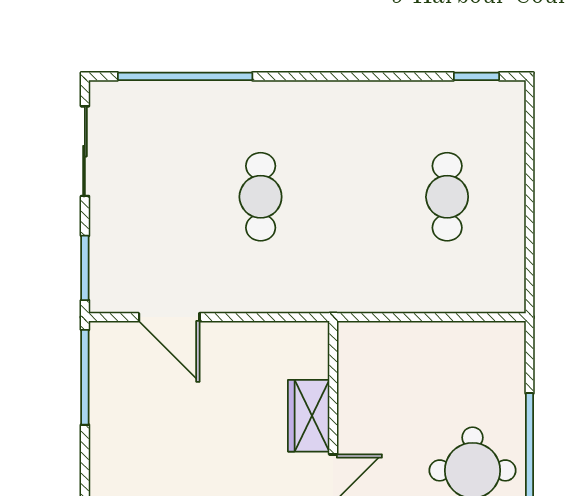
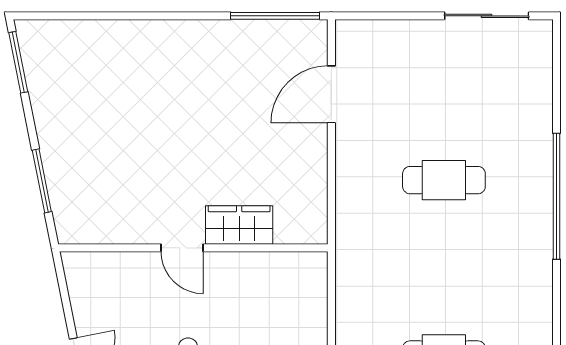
window: (185, 76) -> (557, 196), moved
window: (85, 268) -> (377, 16), removed

